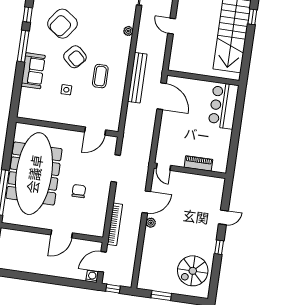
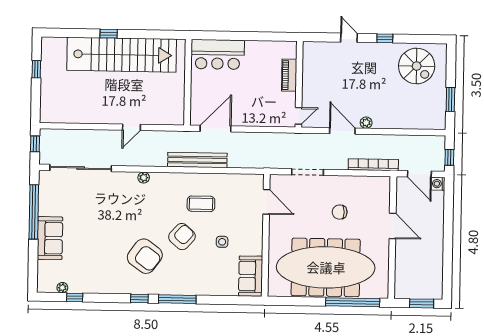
sofa: (33, 71) -> (251, 276), moved, turned -90

